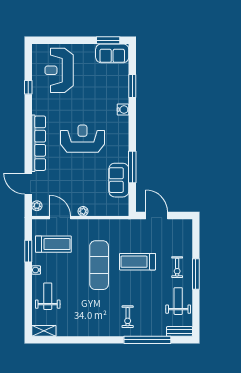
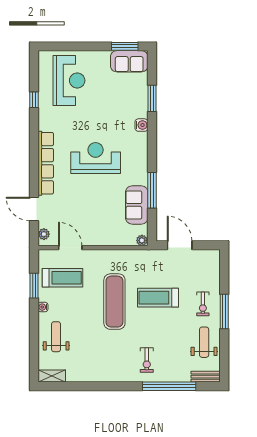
reception desk: (59, 70) -> (69, 80), turned 180
plant: (83, 211) -> (142, 240), moved

